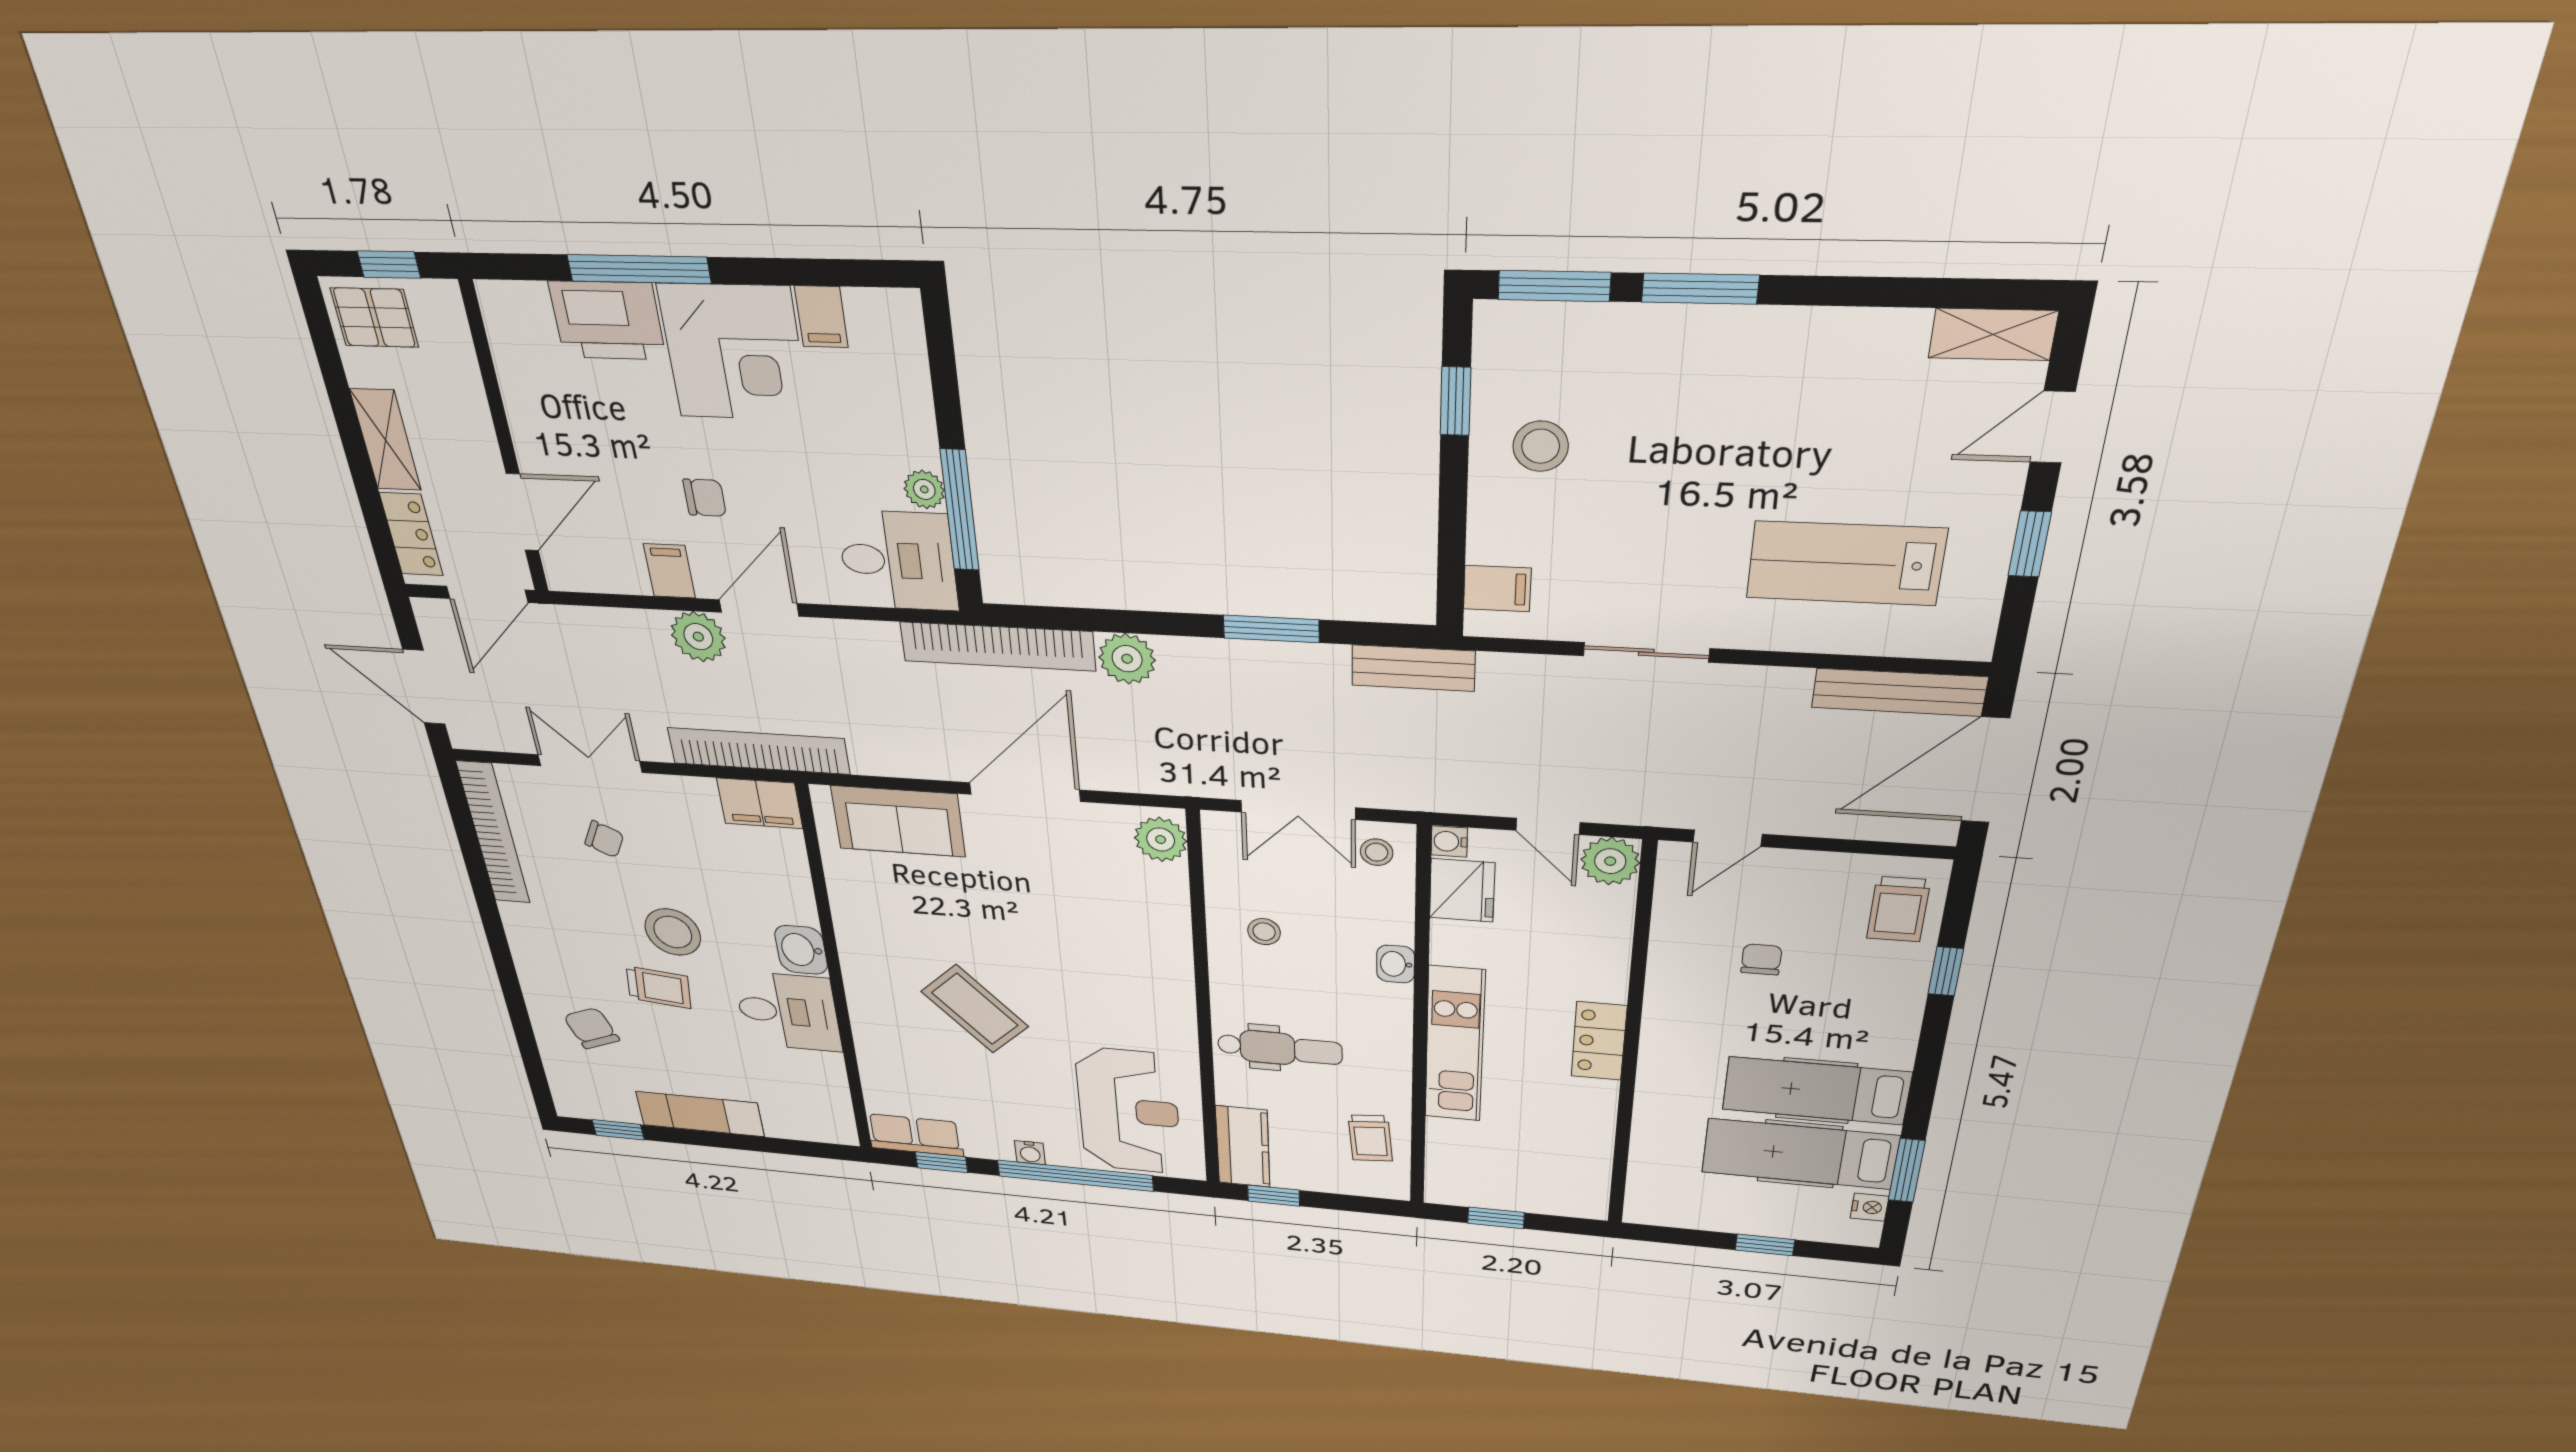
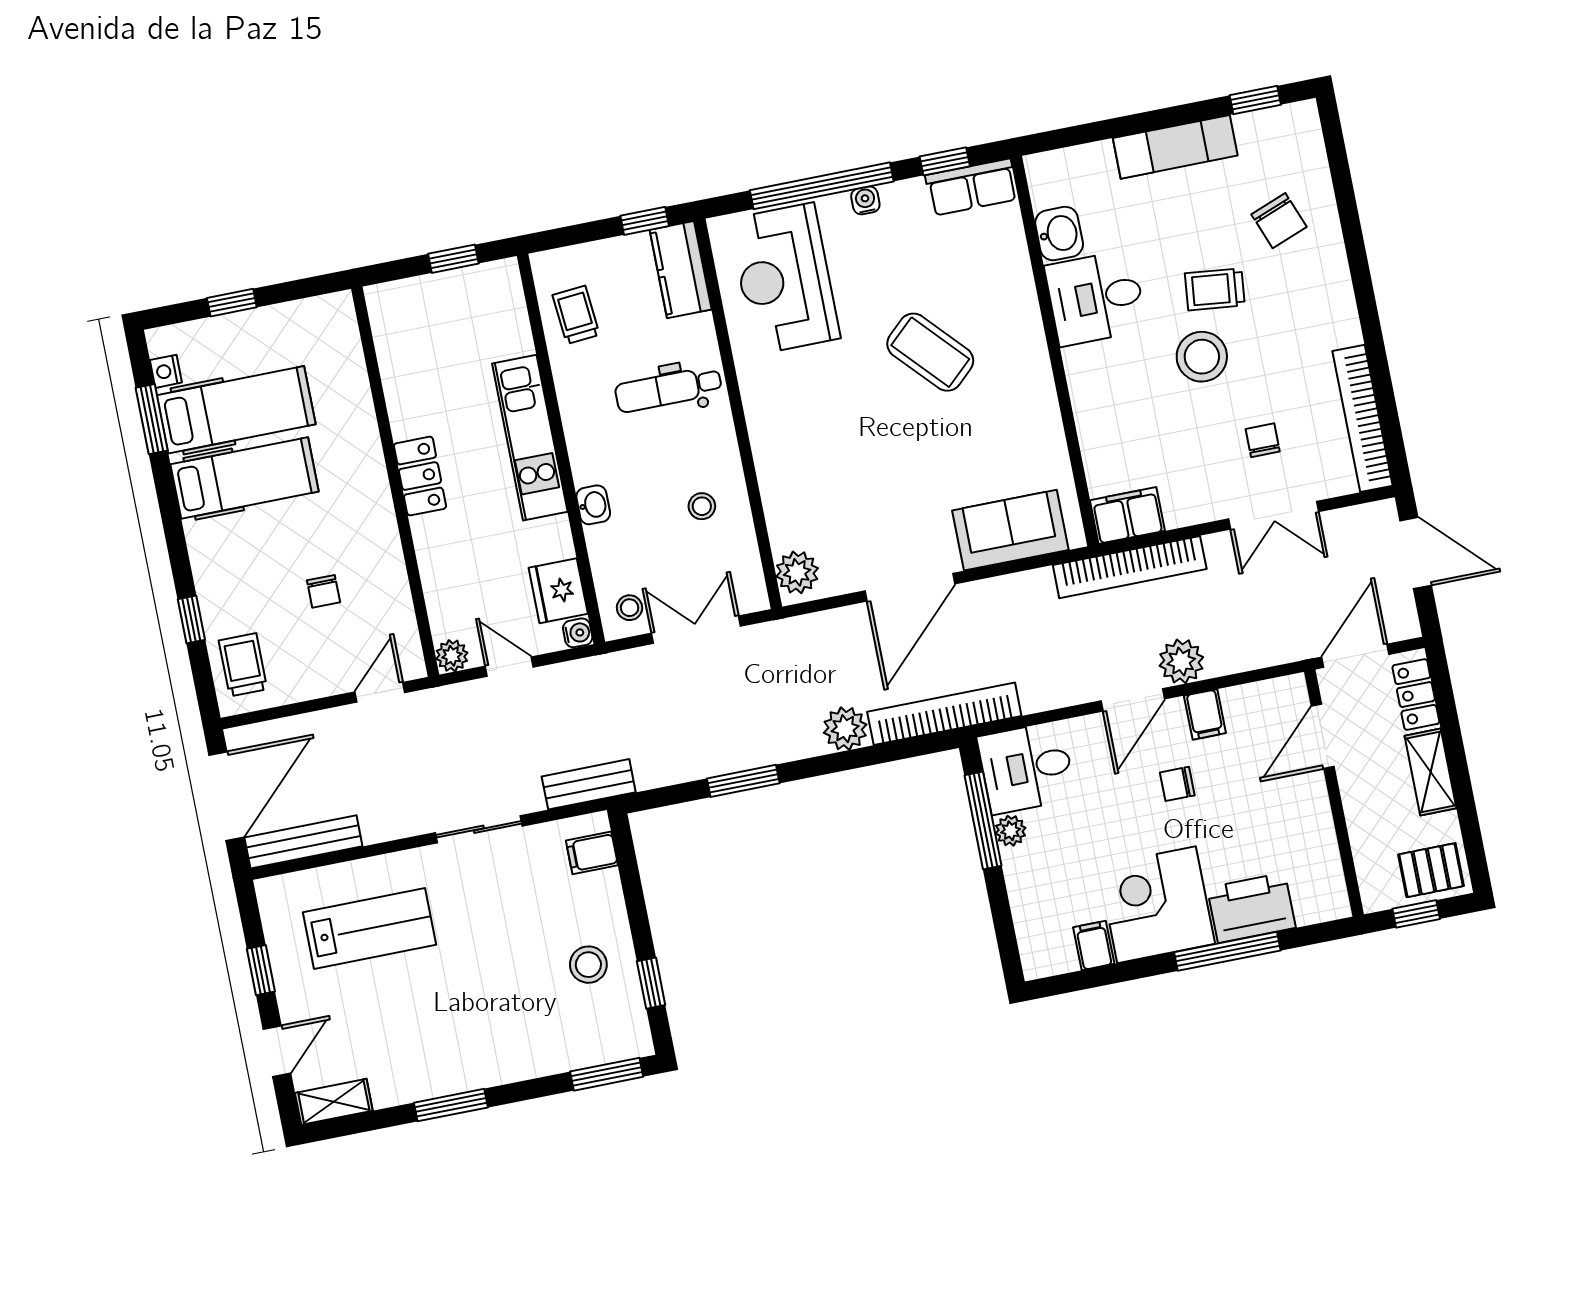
window: (1700, 289) -> (451, 1105), moved
bench: (1413, 668) -> (589, 784), moved
chair: (604, 839) -> (1263, 440), turned 64
plant: (1610, 861) -> (452, 656), width x0.73, depth x0.73
washbasin: (801, 950) -> (1059, 234), moved

